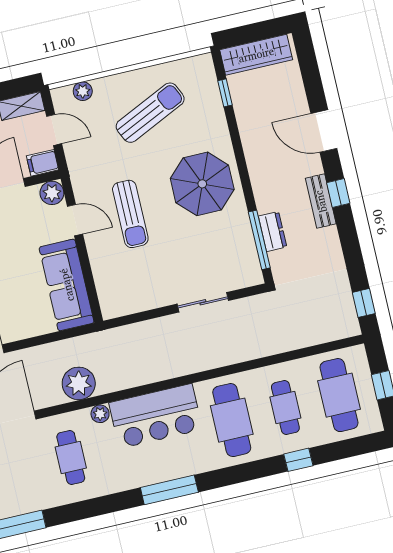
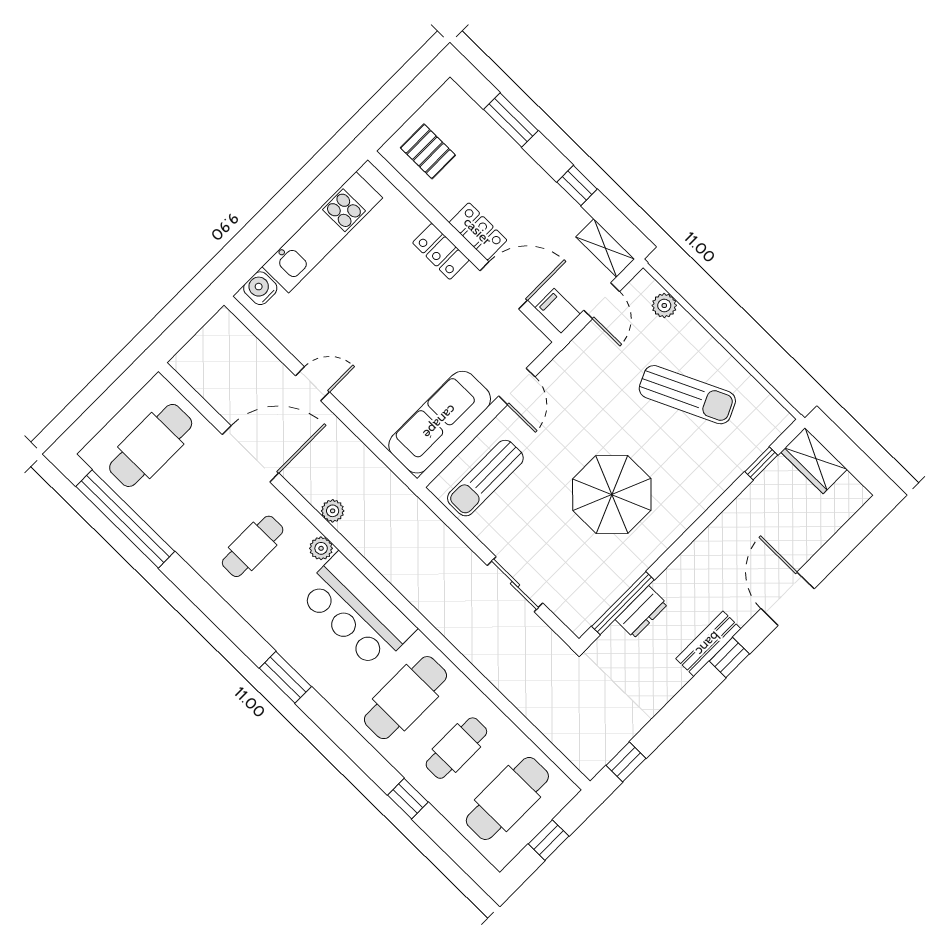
wardrobe: (256, 55) -> (814, 461), width x0.67
parasol: (202, 184) -> (612, 495), moved
plant: (52, 193) -> (531, 342), removed
sun lounger: (130, 214) -> (485, 478), moved
plant: (79, 383) -> (333, 511), width x0.53, depth x0.53
window: (169, 490) -> (285, 677), width x0.69

